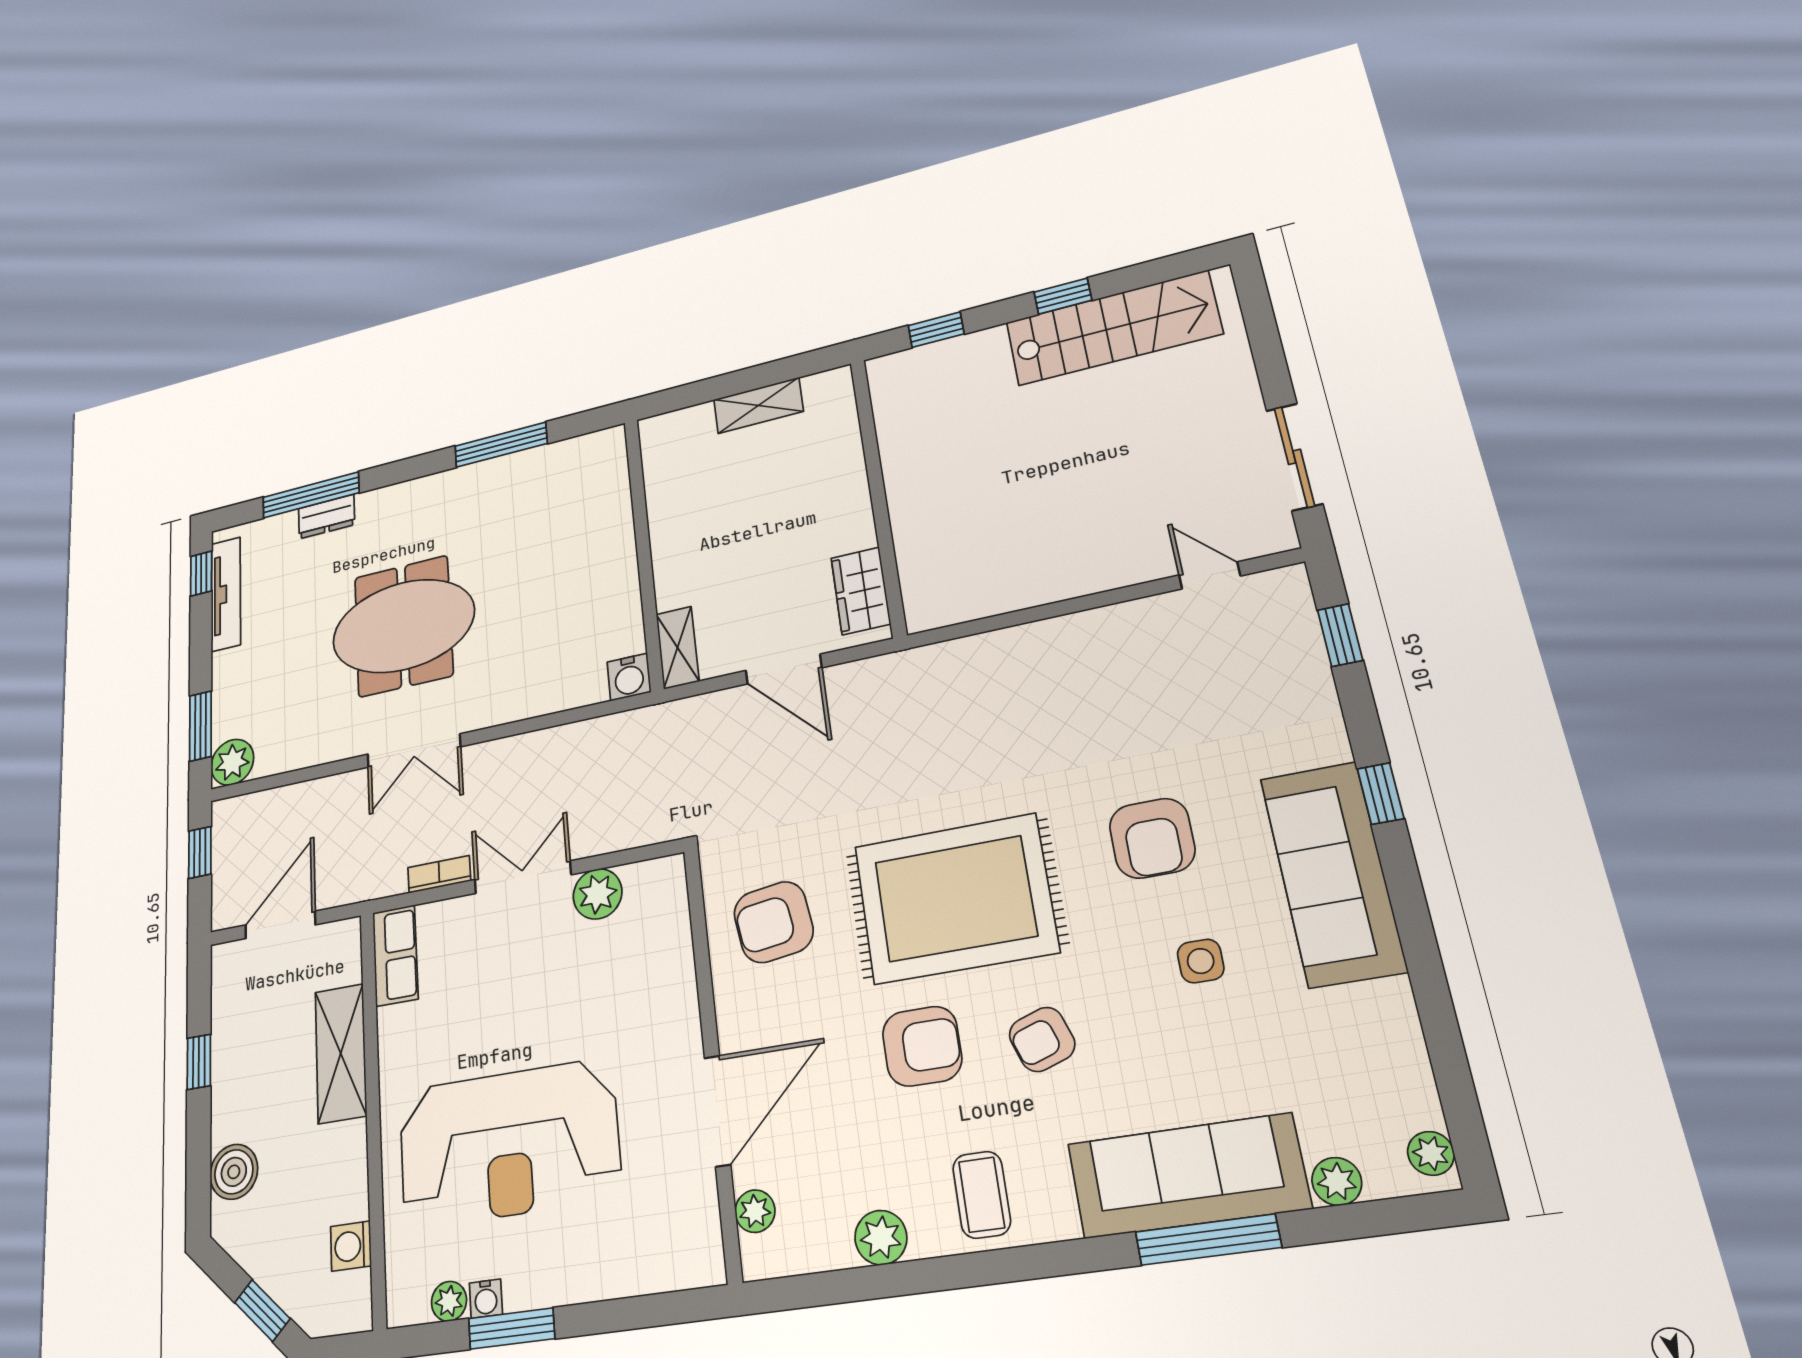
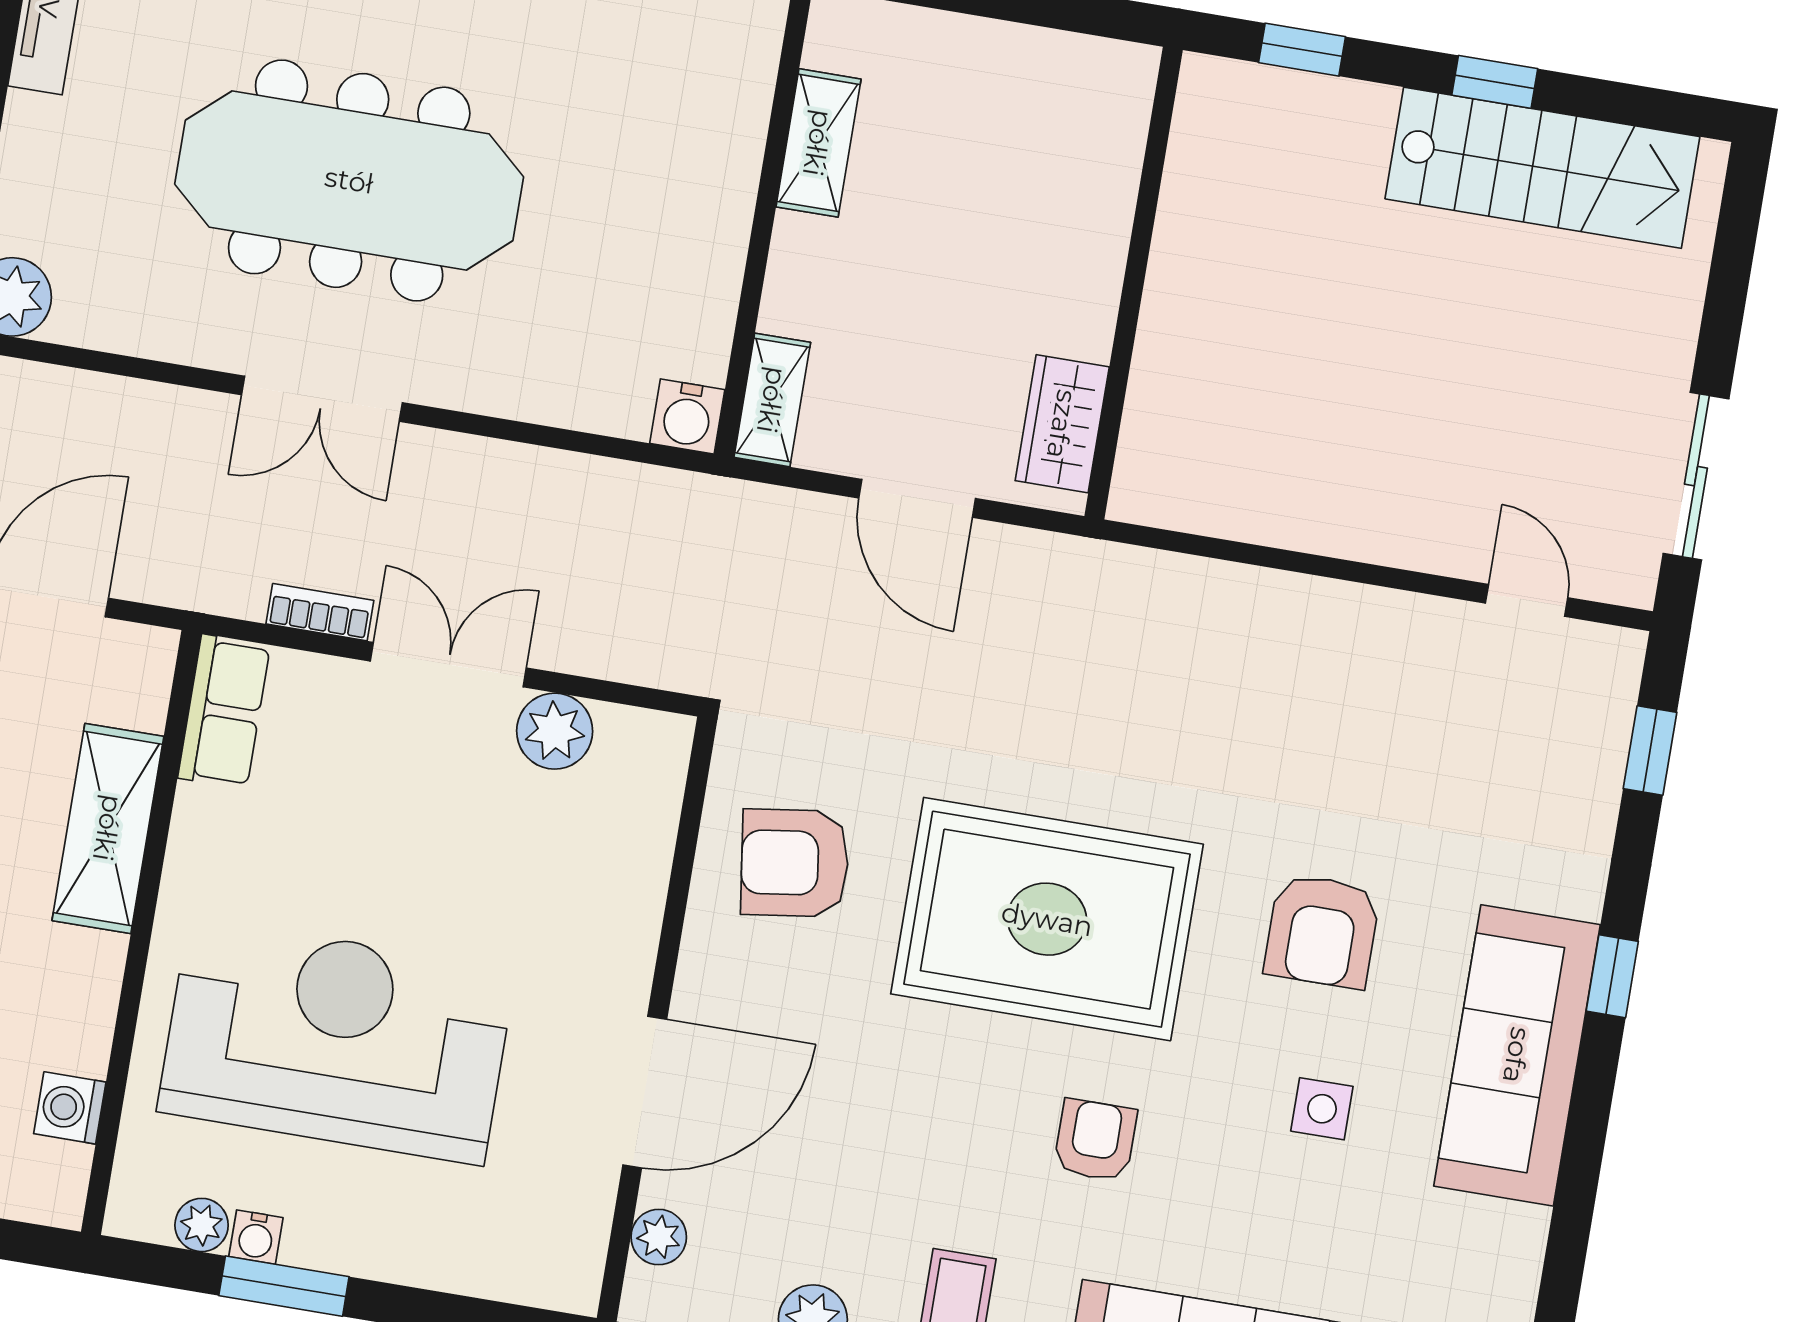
shelving: (758, 405) -> (818, 143), moved, turned 90
meeting table: (403, 626) -> (349, 180), width x1.36
armchair: (1042, 1039) -> (1095, 1140), turned 109
armchair: (922, 1046) -> (941, 1098), removed
reception desk: (508, 1144) -> (336, 1041), turned 180

